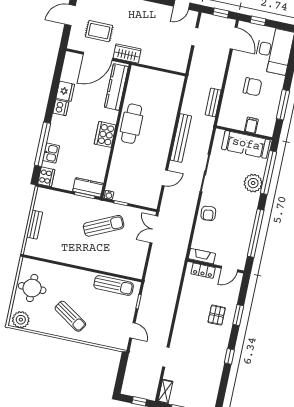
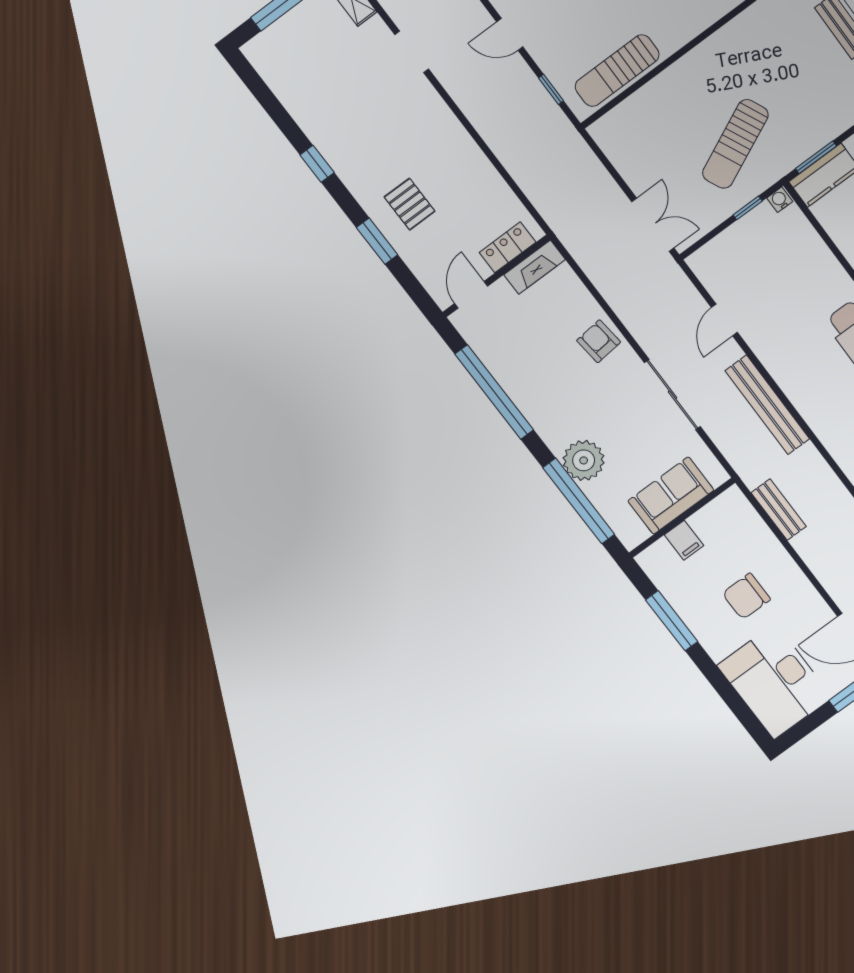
sofa: (246, 144) -> (671, 496), width x0.73

